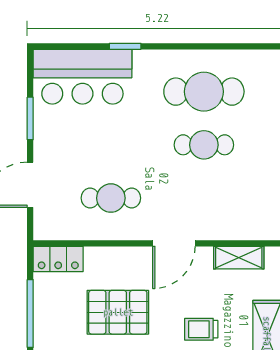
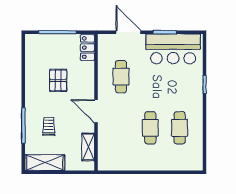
bar counter: (82, 77) -> (173, 49), moved, turned -90
cafe table: (204, 92) -> (180, 128), width x0.73, depth x0.74
pallet: (118, 312) -> (58, 80), width x0.67, depth x0.71

